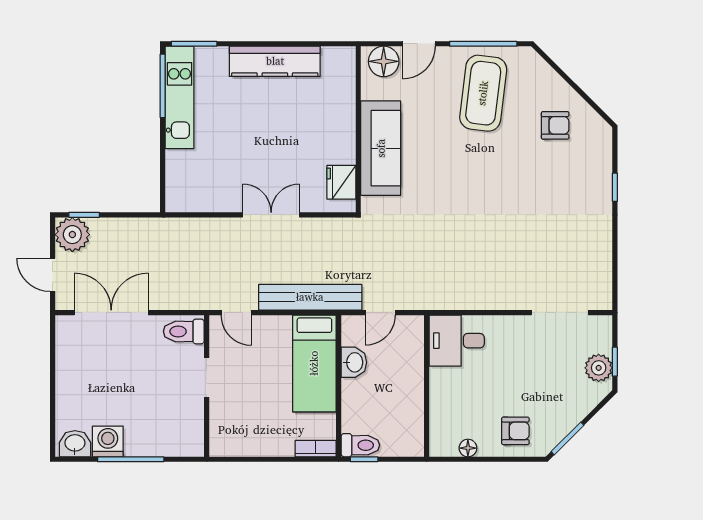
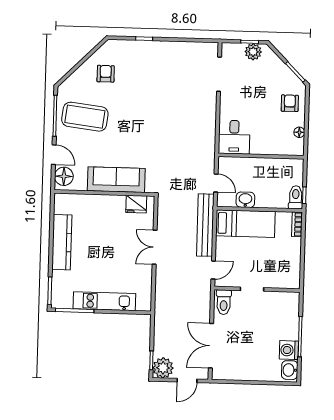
kitchen unit: (180, 97) -> (104, 301), moved

